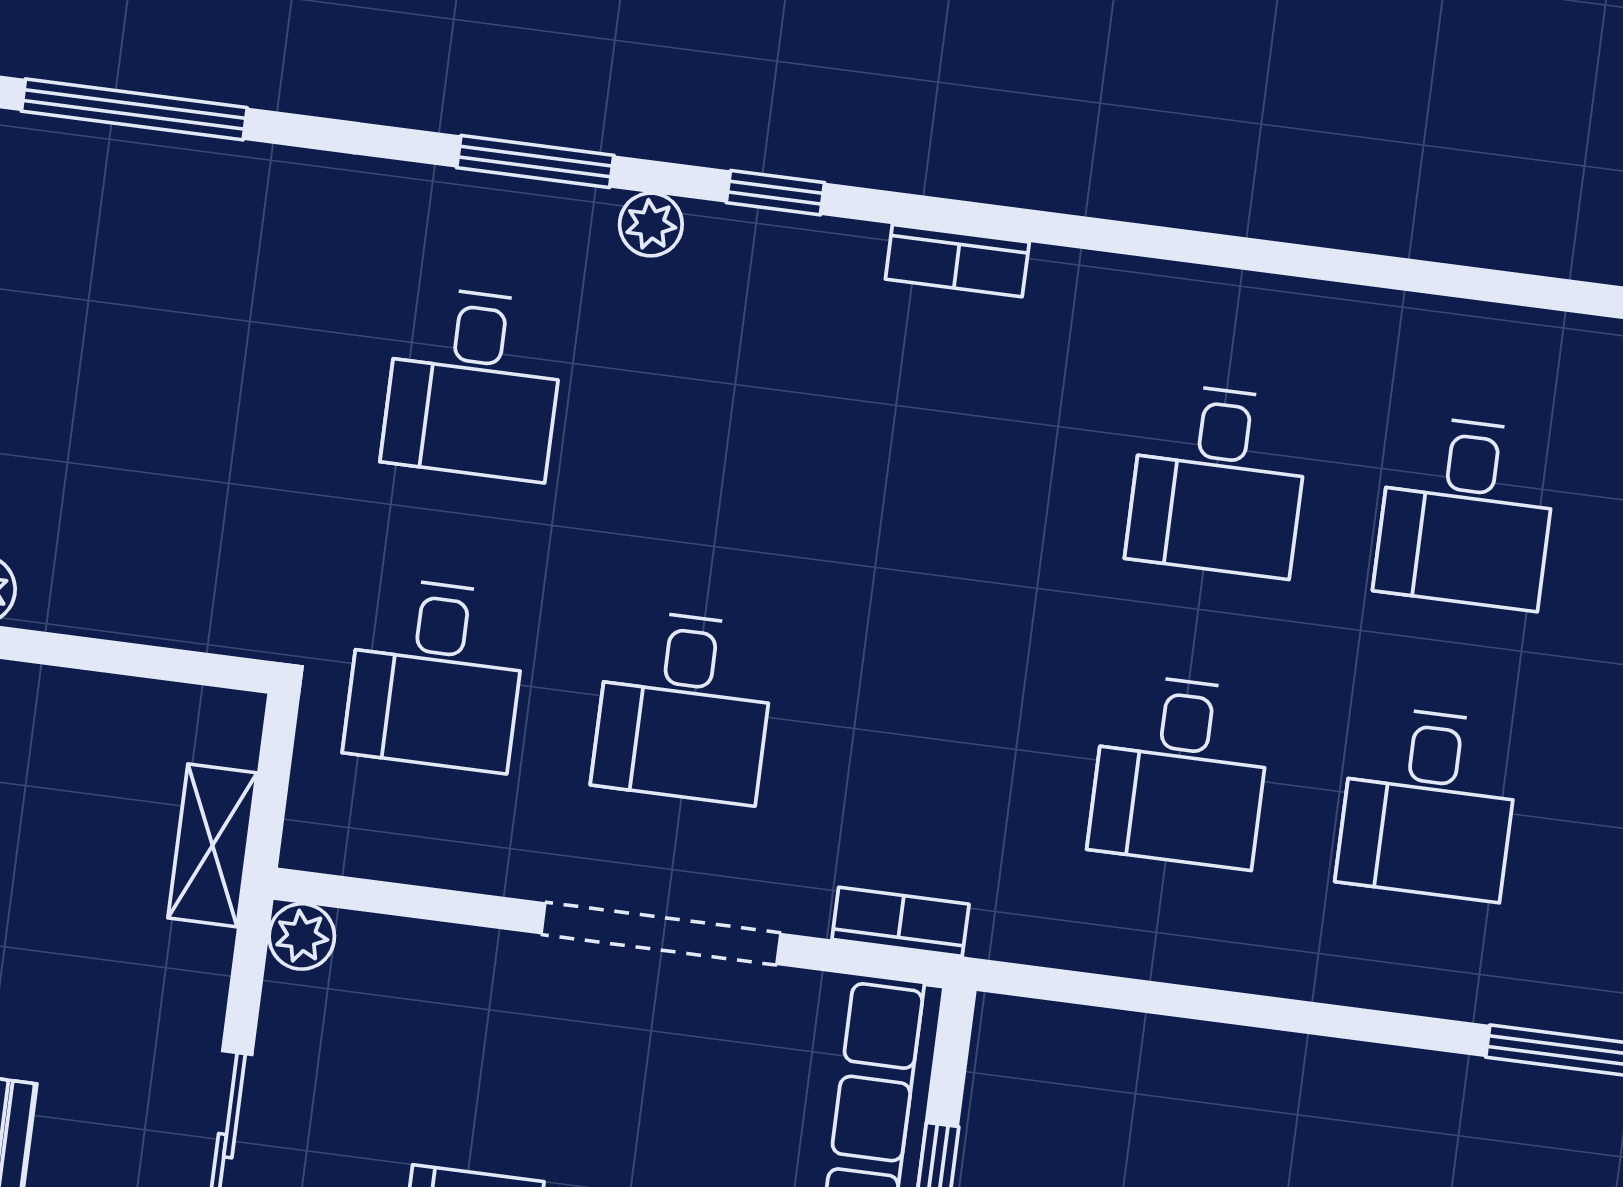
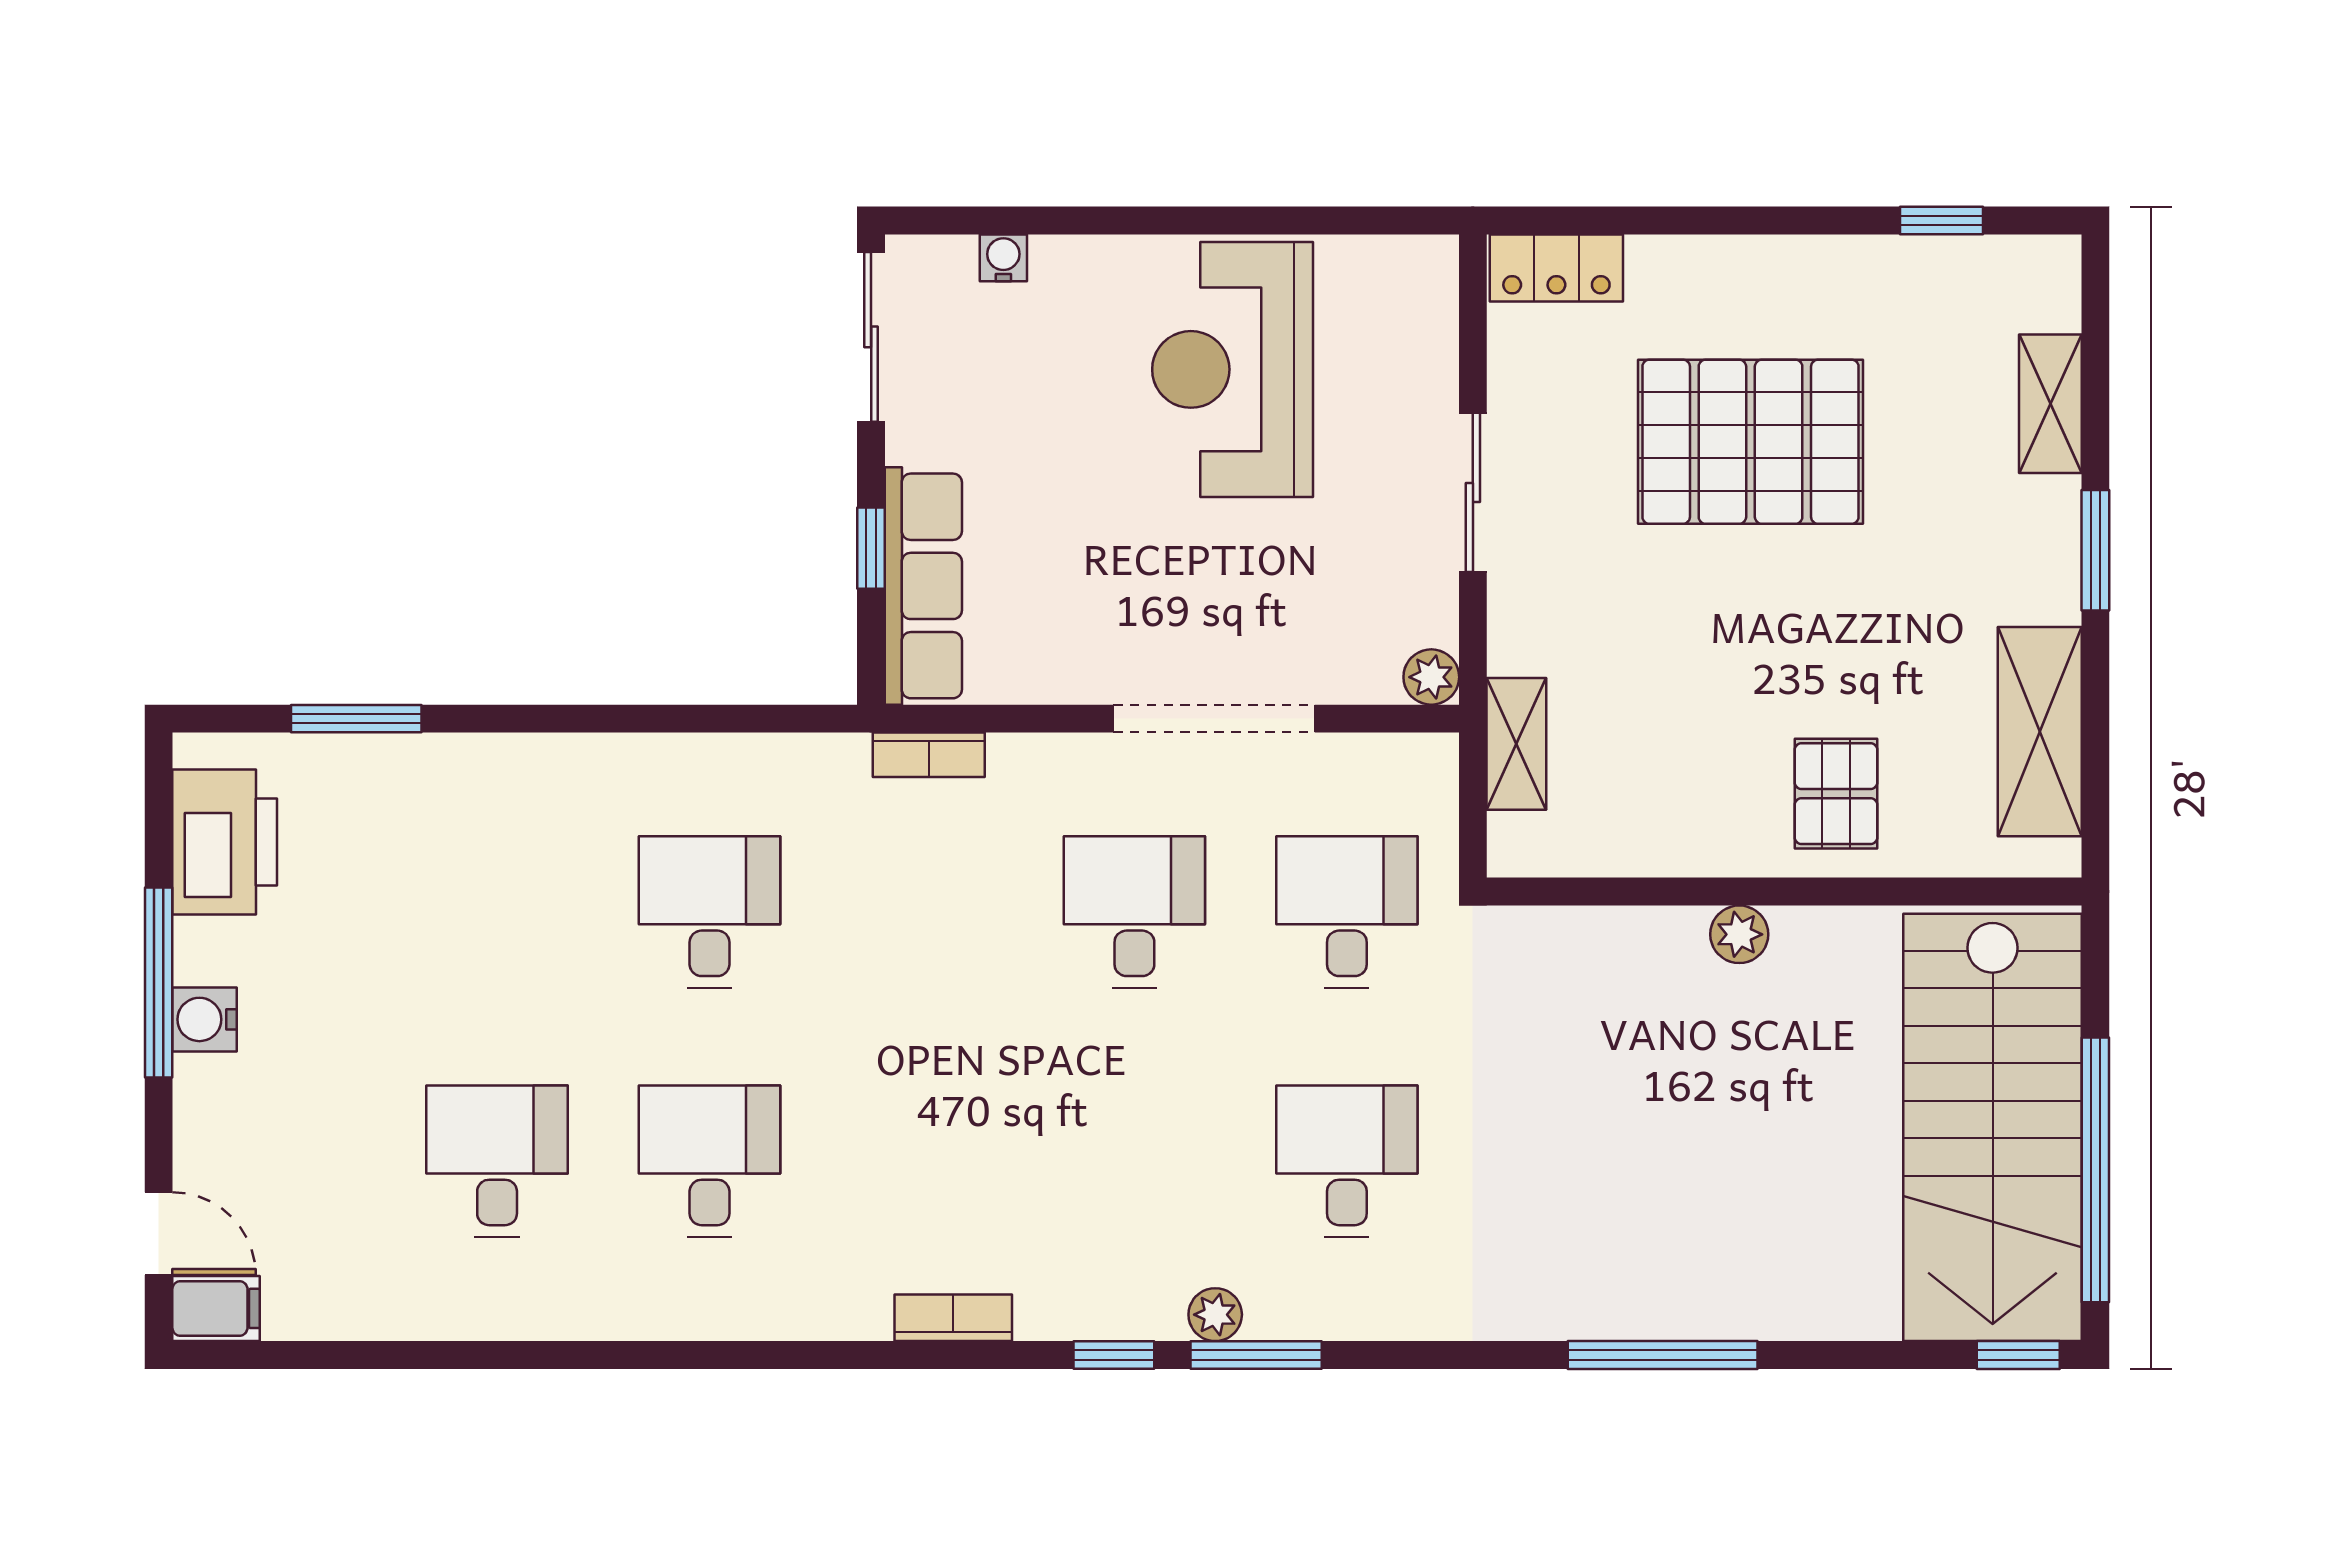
window: (535, 161) -> (1256, 1355), moved
desk: (1429, 803) -> (497, 912), removed
doorway: (661, 934) -> (1214, 719), moved

